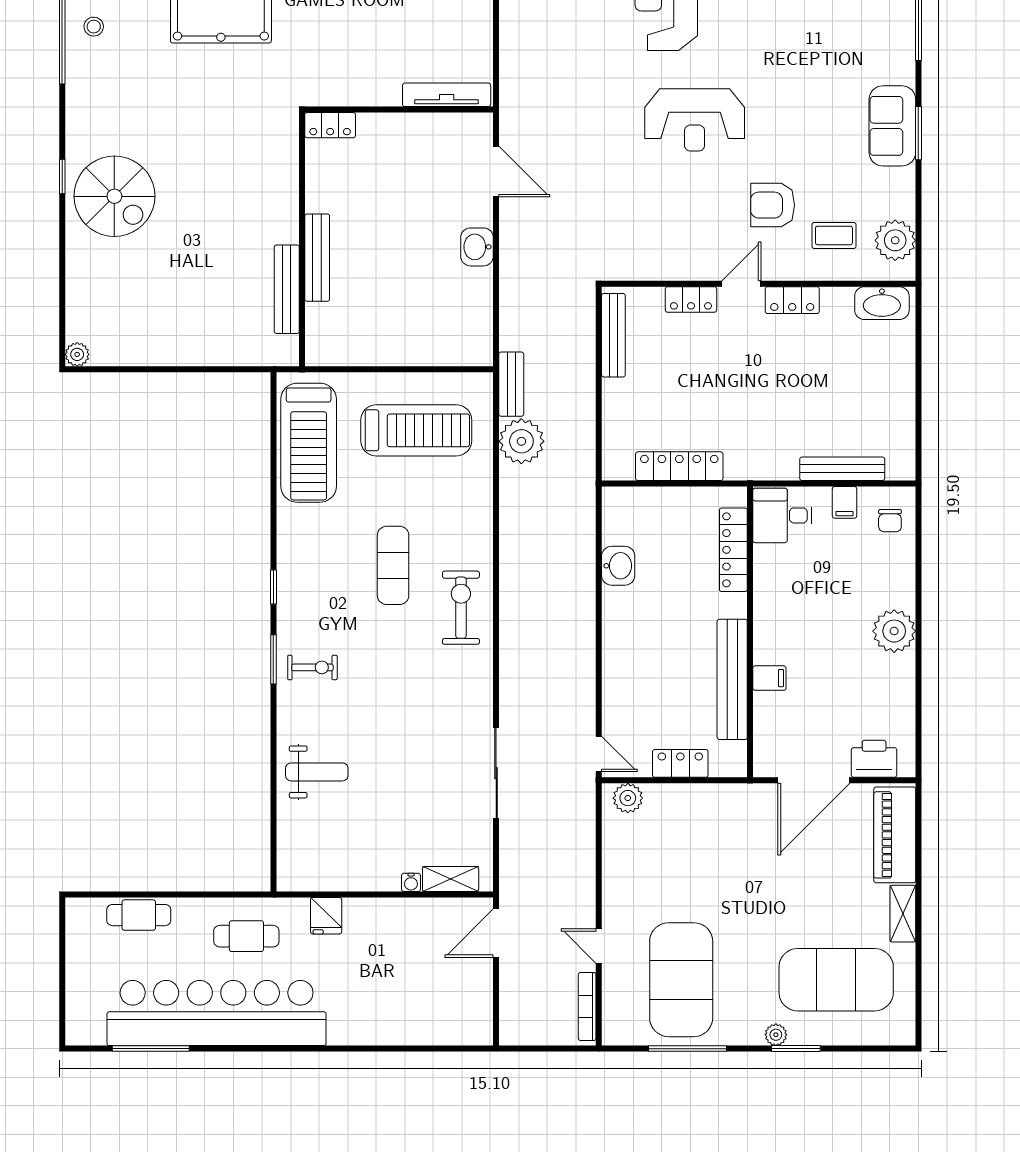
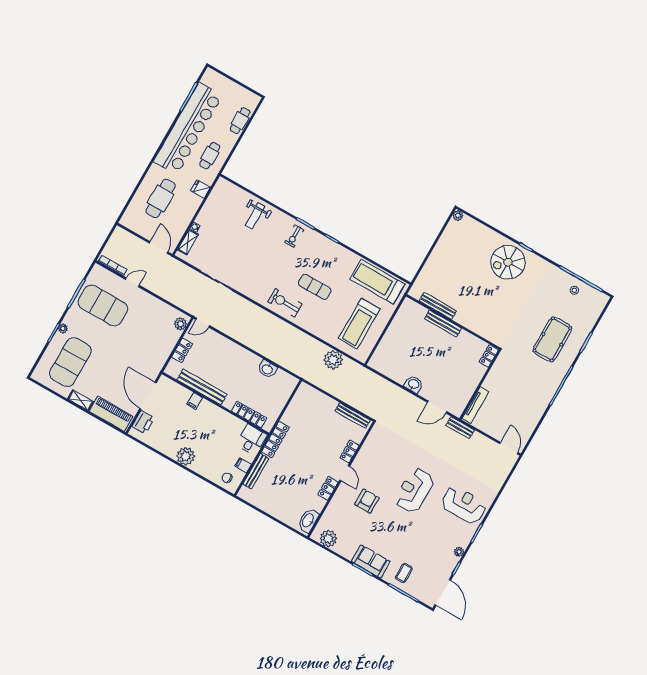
coffee table: (834, 235) -> (404, 573), moved
bench: (511, 384) -> (460, 428), moved
locker: (679, 466) -> (275, 440), moved
exercise bike: (461, 608) -> (285, 303), turned 180
cafe table: (393, 987) -> (161, 198), added

